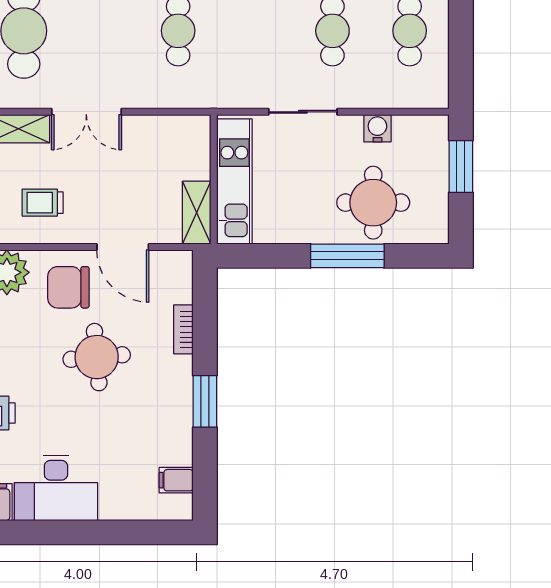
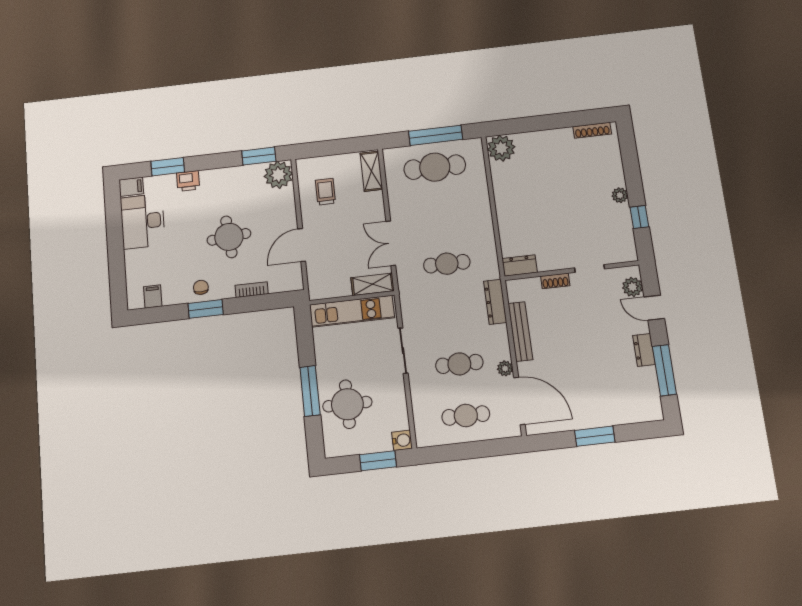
double door: (86, 112) -> (391, 243), moved
water cooler: (377, 128) -> (402, 440), moved
shelving: (197, 213) -> (373, 284), moved
chair: (68, 287) -> (201, 287), moved, width x0.54, depth x0.54

